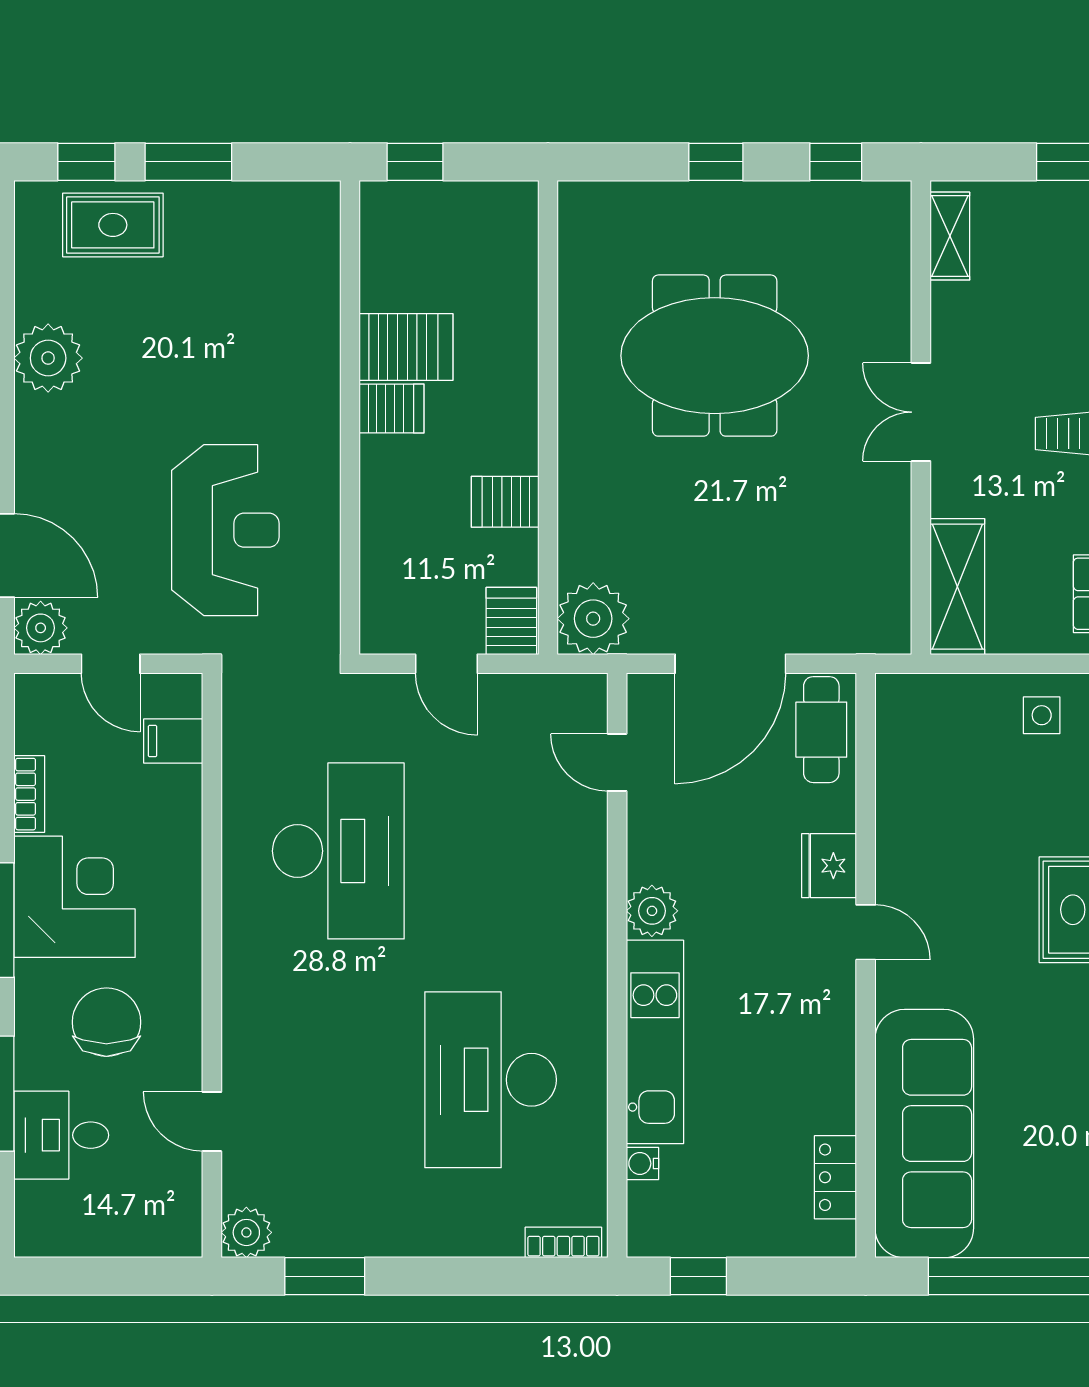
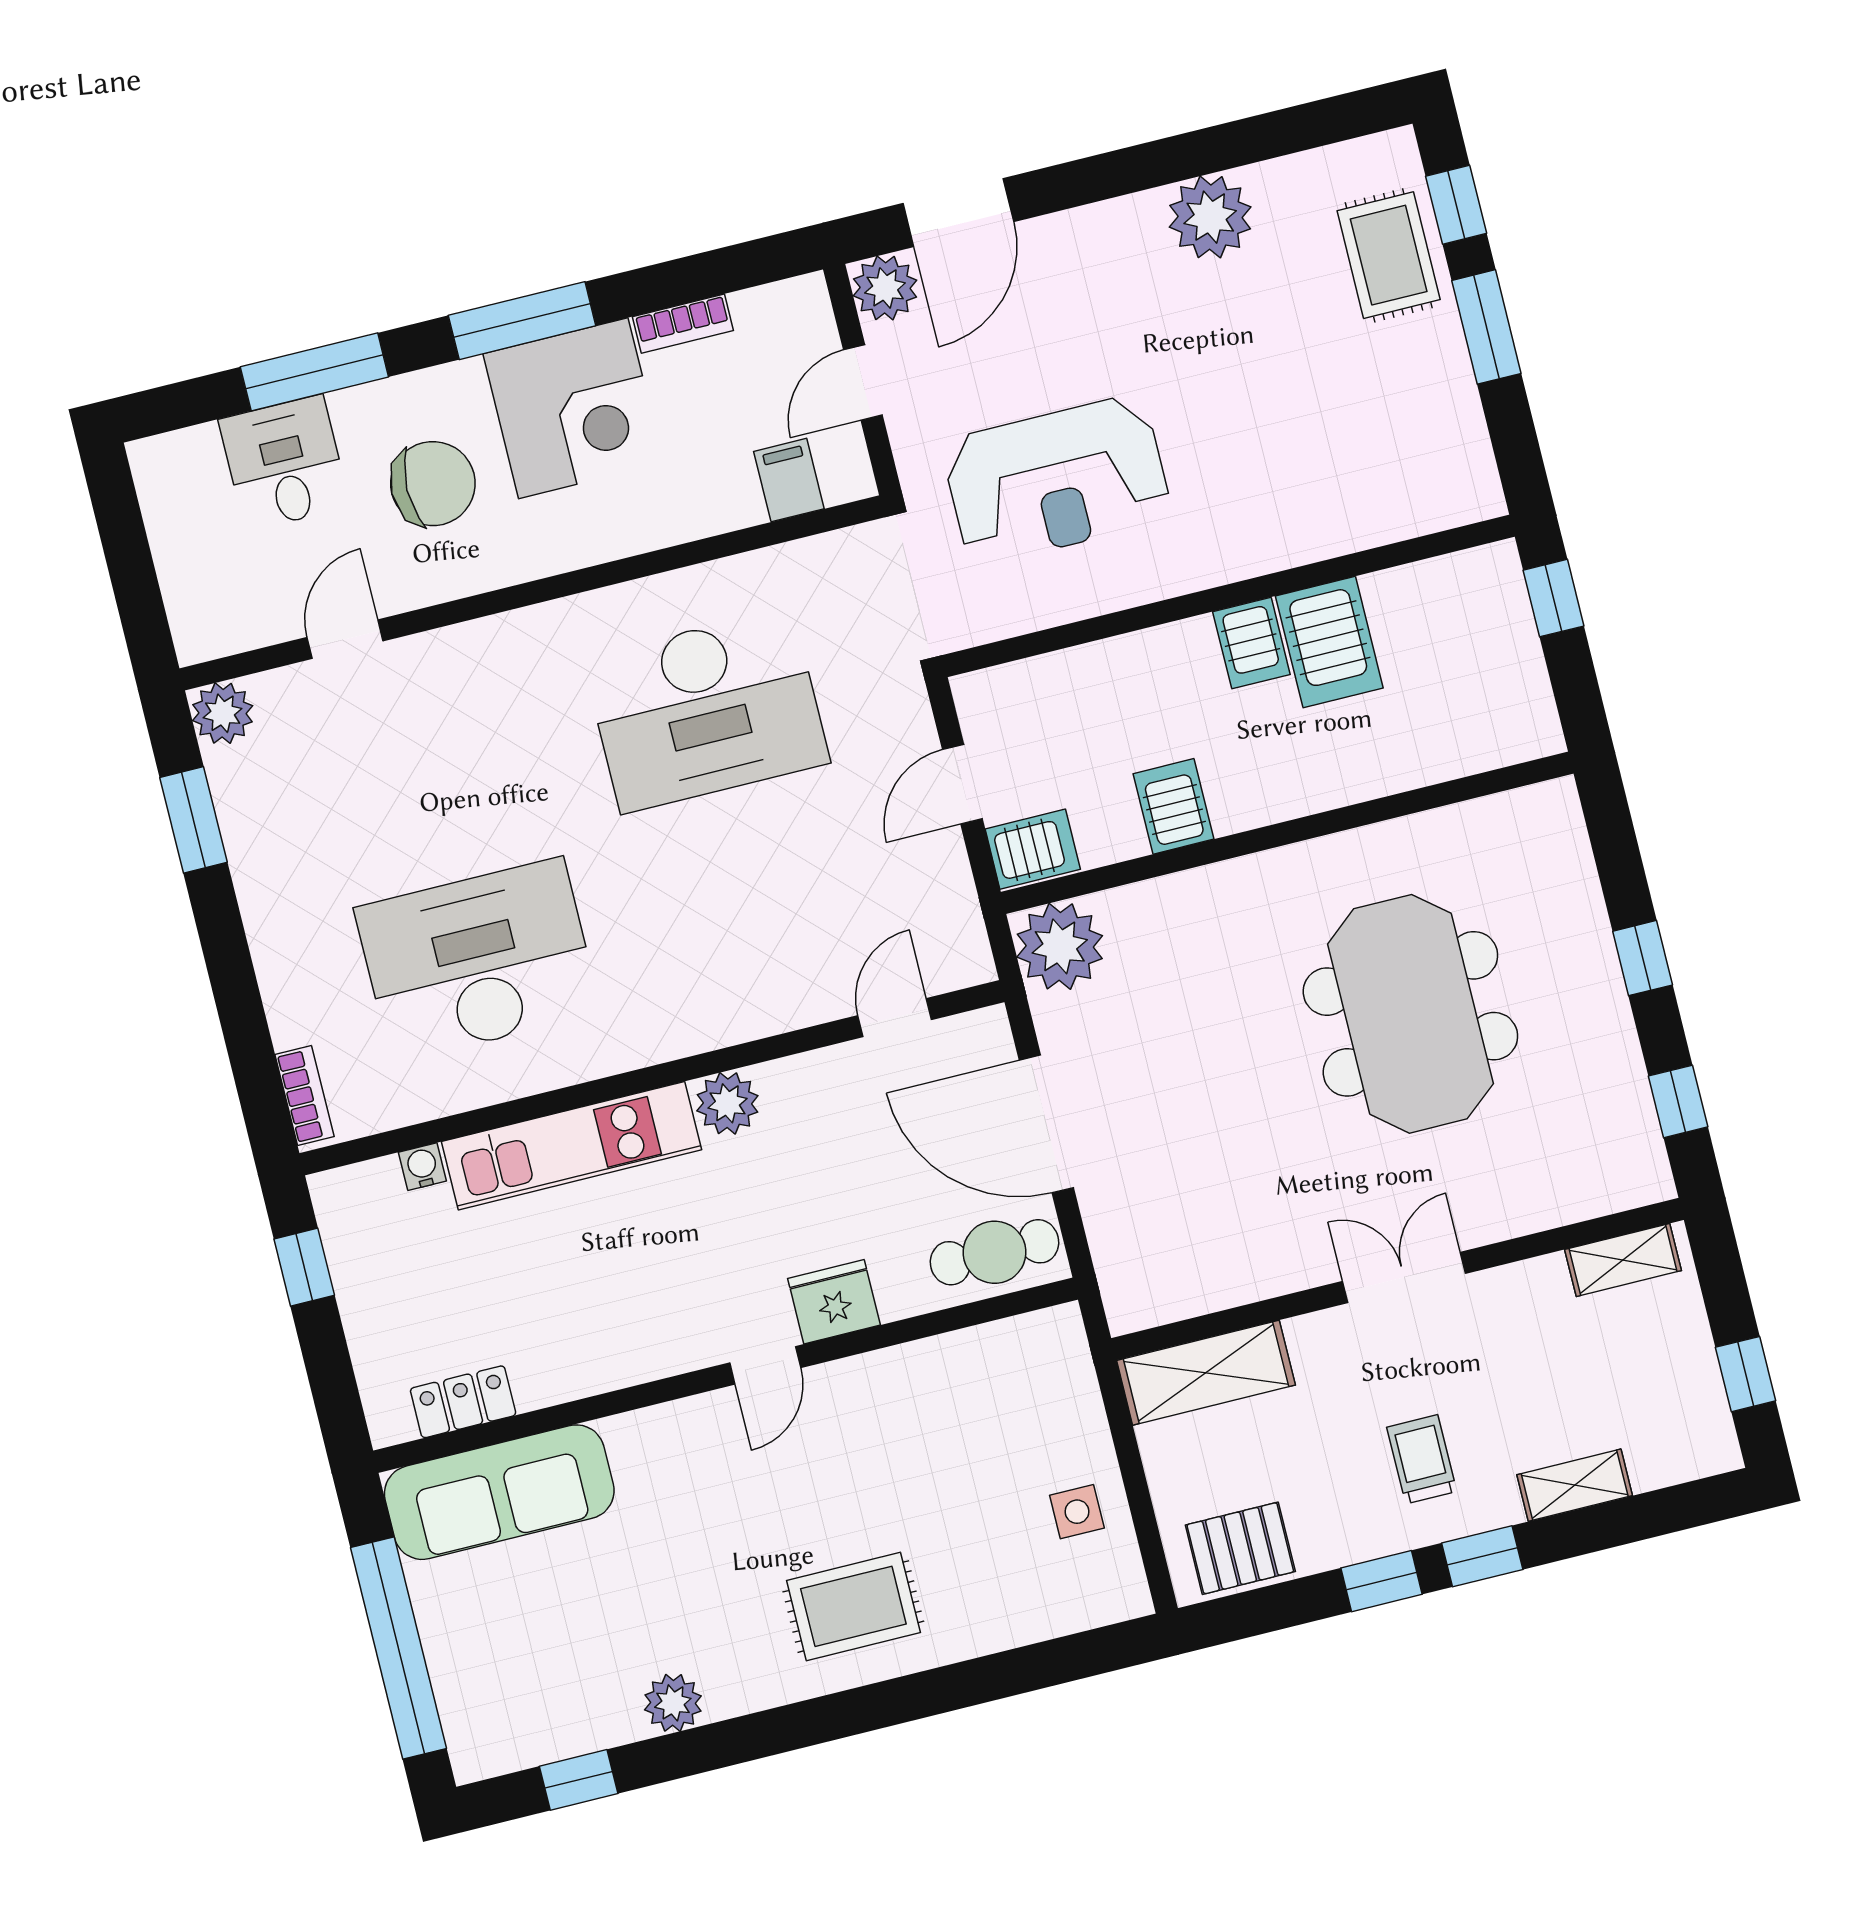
sofa: (924, 1134) -> (499, 1492), width x0.74, depth x0.79

